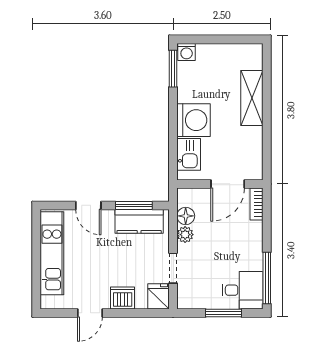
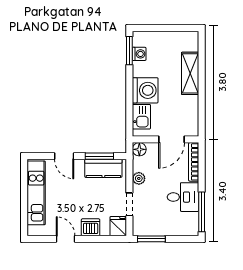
washing machine: (187, 52) -> (139, 54), moved, turned -90
bookcase: (256, 204) -> (194, 162), width x1.56
floor lamp: (186, 216) -> (139, 149), moved
desk: (243, 290) -> (183, 197), moved
door: (90, 313) -> (66, 239), swing flipped
window: (223, 313) -> (151, 239), moved

